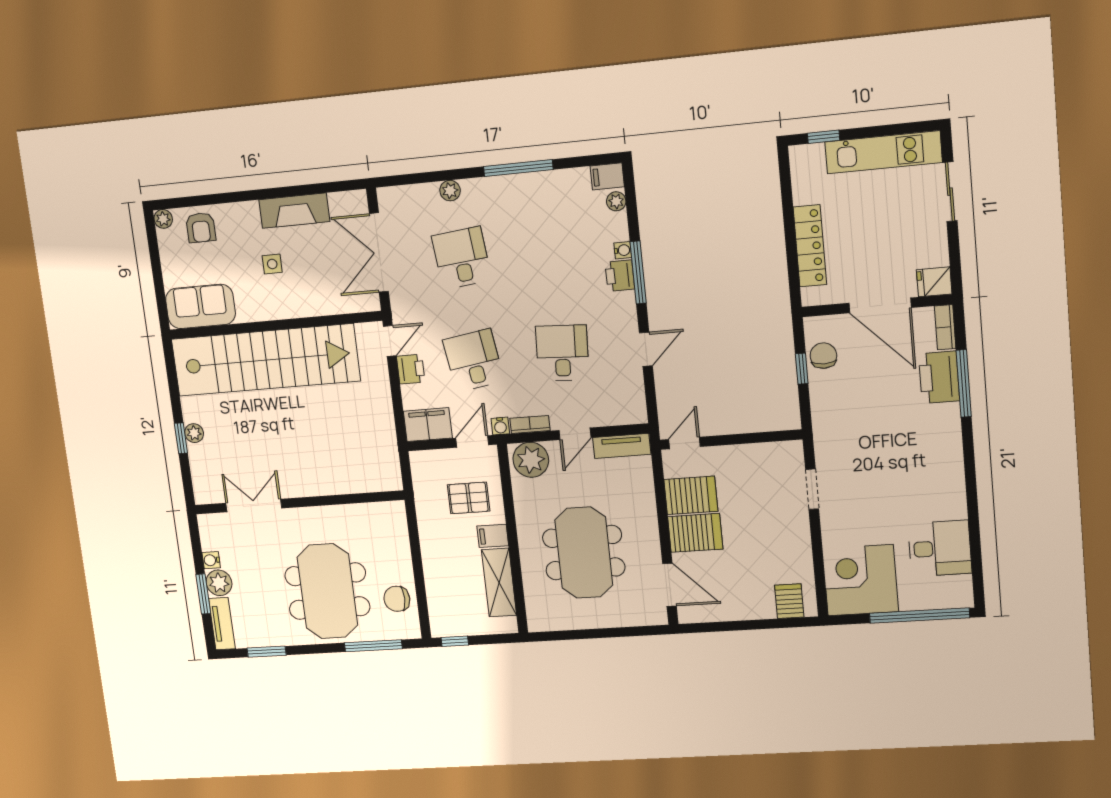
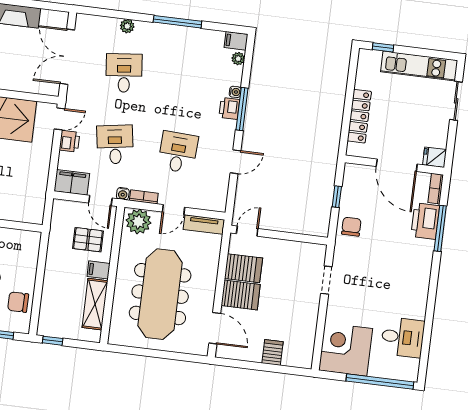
chair: (823, 356) -> (351, 227), moved
door: (472, 442) -> (100, 201), swing flipped
meeting table: (584, 553) -> (160, 294), width x1.36
server rack: (789, 601) -> (272, 352), moved

